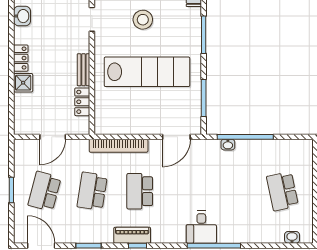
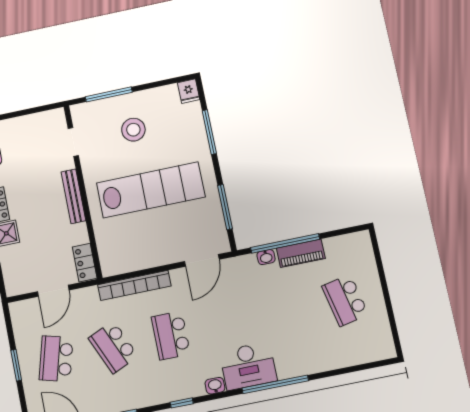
bench: (84, 70) -> (73, 196), width x1.36
locker: (82, 102) -> (85, 263), moved
school desk: (92, 191) -> (113, 347), turned -33
desk: (201, 227) -> (248, 366), width x1.37
piano: (132, 235) -> (301, 253), moved, turned 180
washbasin: (292, 237) -> (215, 386), moved

